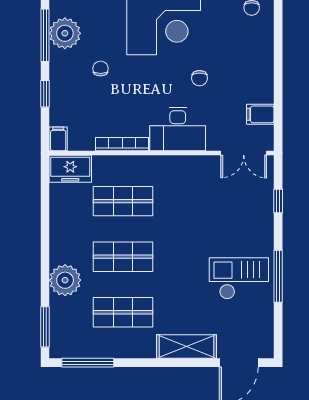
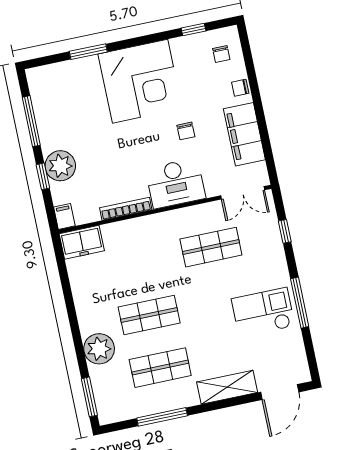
plant: (65, 33) -> (60, 166), moved
chair: (101, 69) -> (240, 88), moved, turned -90
filing cabinet: (260, 114) -> (244, 134), width x3.00, depth x1.17
shop shelf: (123, 201) -> (211, 247), moved
window: (88, 363) -> (162, 417), moved

